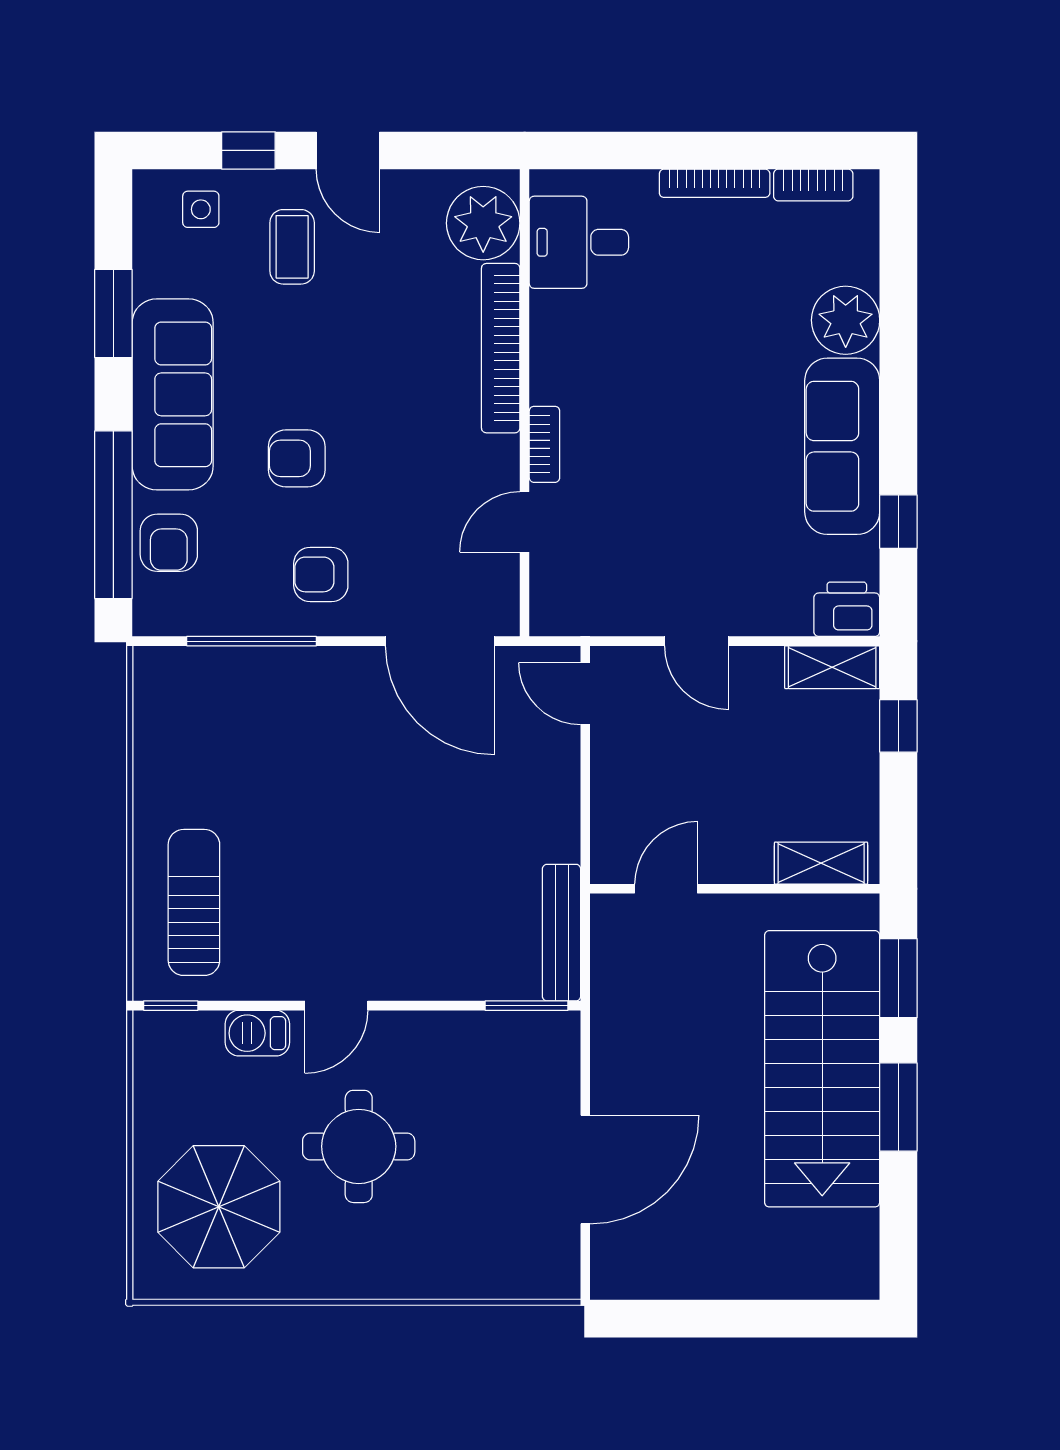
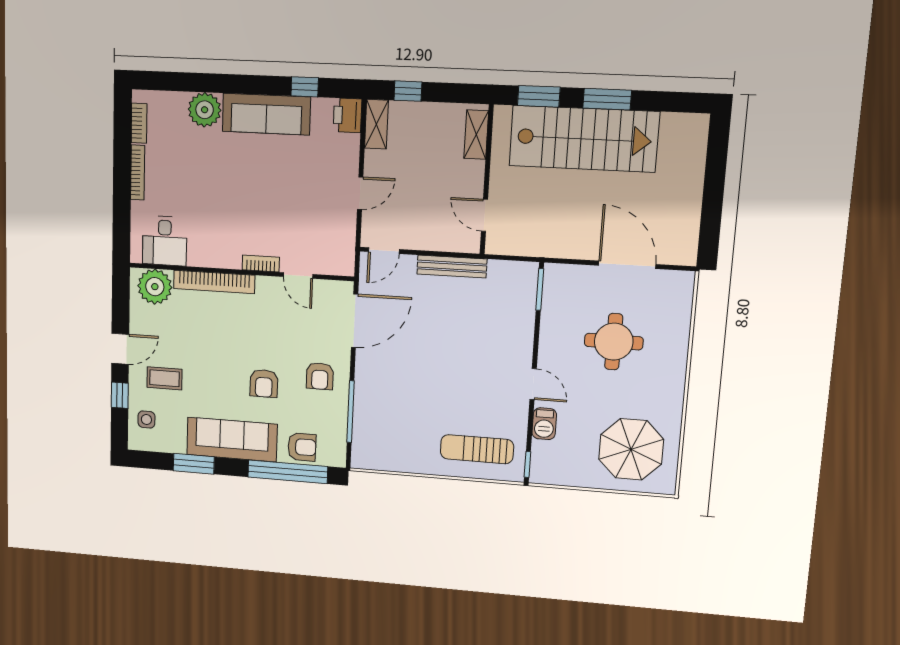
bench: (562, 933) -> (452, 267), moved
round table: (359, 1146) -> (614, 342), moved

